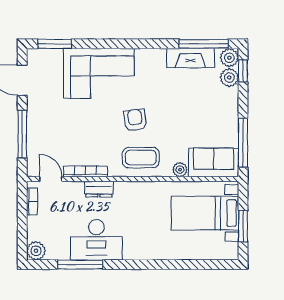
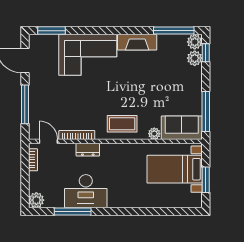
fireplace: (190, 58) -> (137, 42), moved
armchair: (135, 120) -> (117, 93), removed

